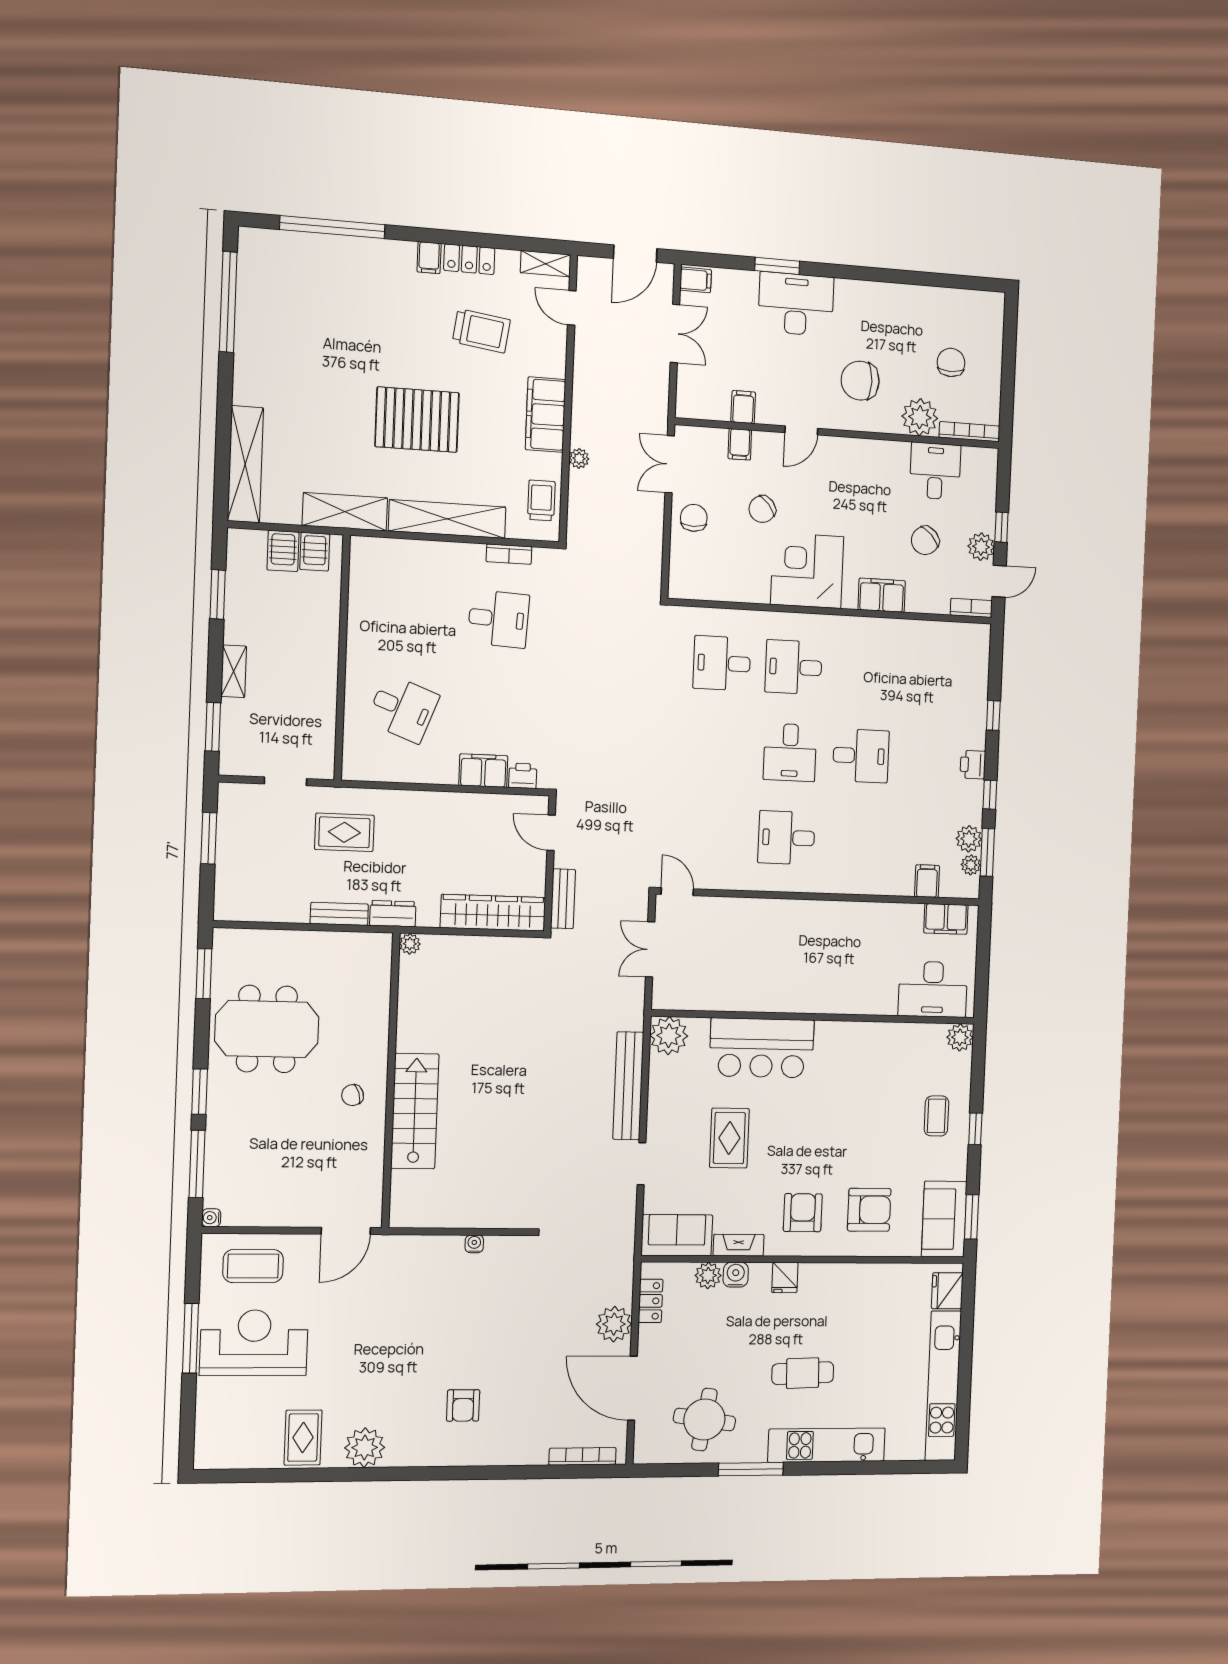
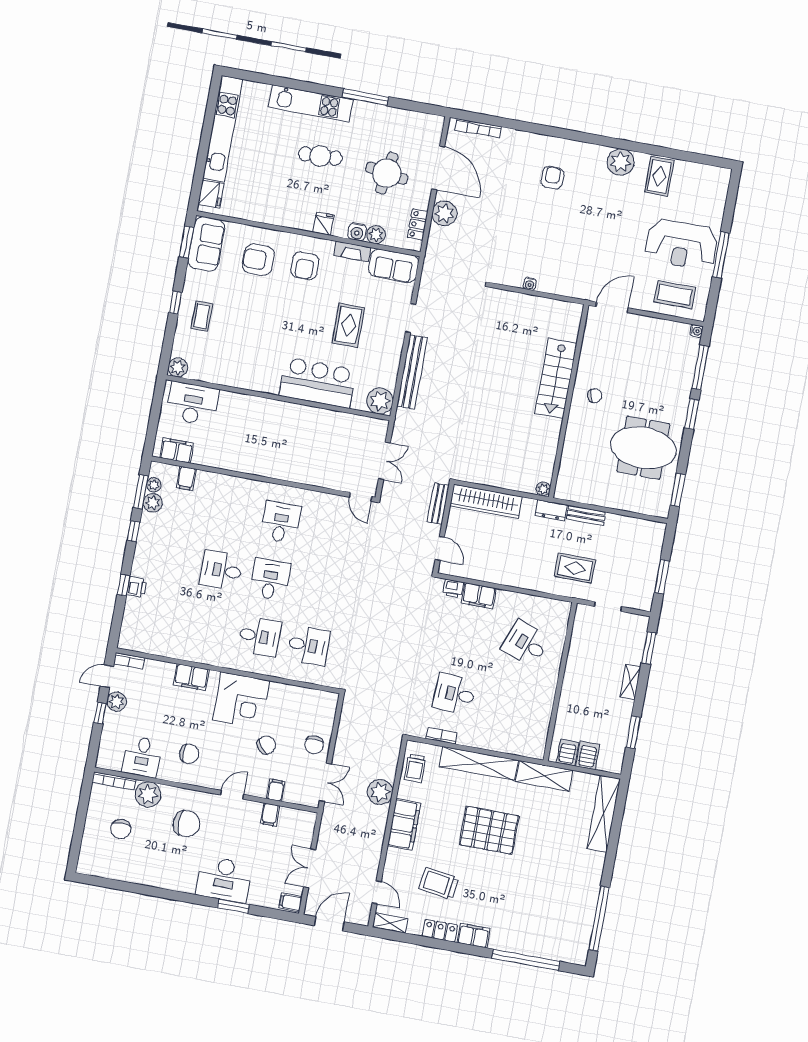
filing cabinet: (429, 258) -> (474, 936), width x2.00
plant: (579, 458) -> (380, 792), width x1.88, depth x1.88
chair: (925, 541) -> (189, 754), moved, turned 43
printer: (973, 765) -> (137, 587), moved
desk: (786, 838) -> (281, 522), turned -90
round table: (704, 1420) -> (387, 173), moved

